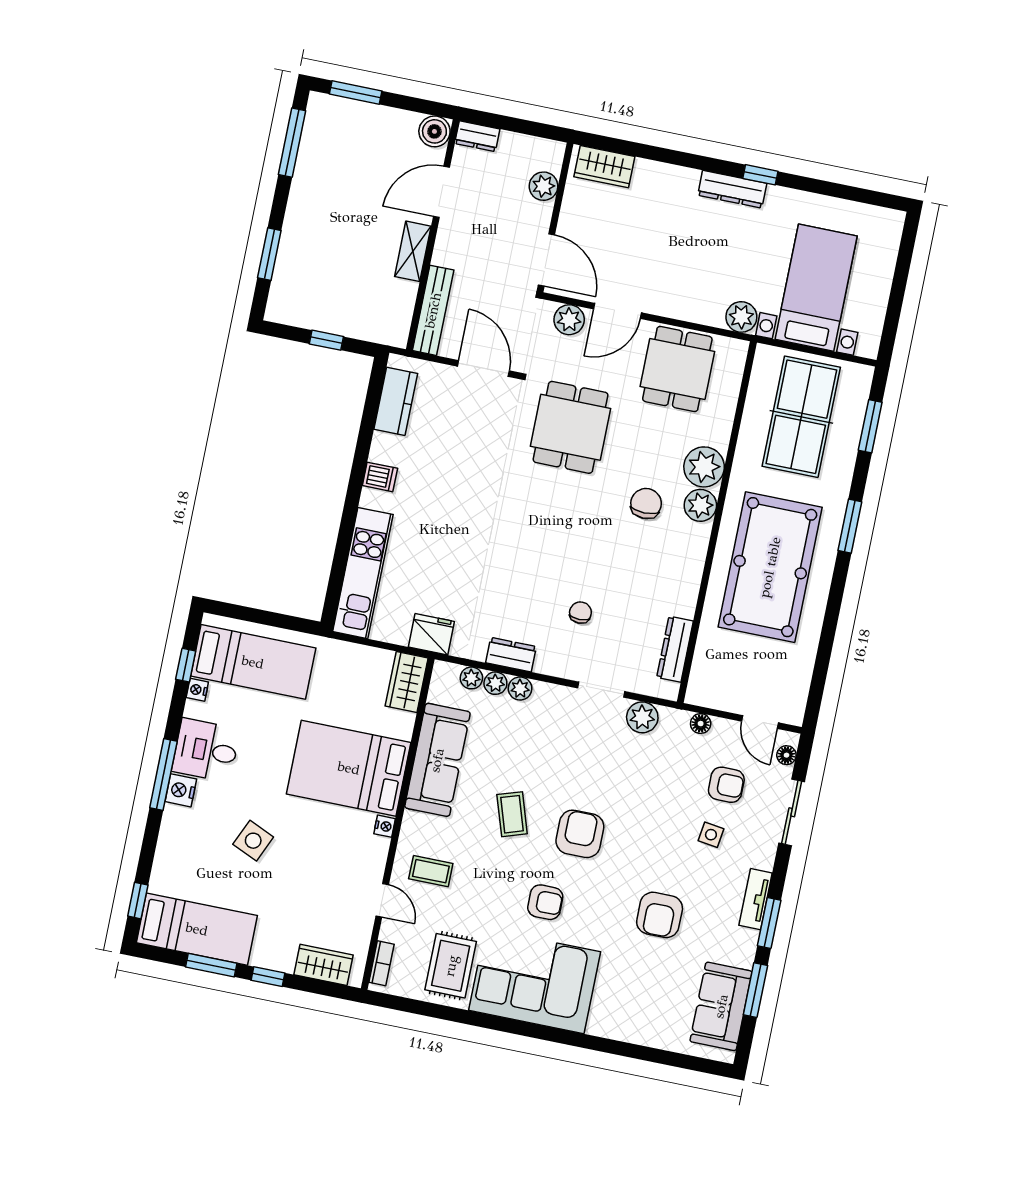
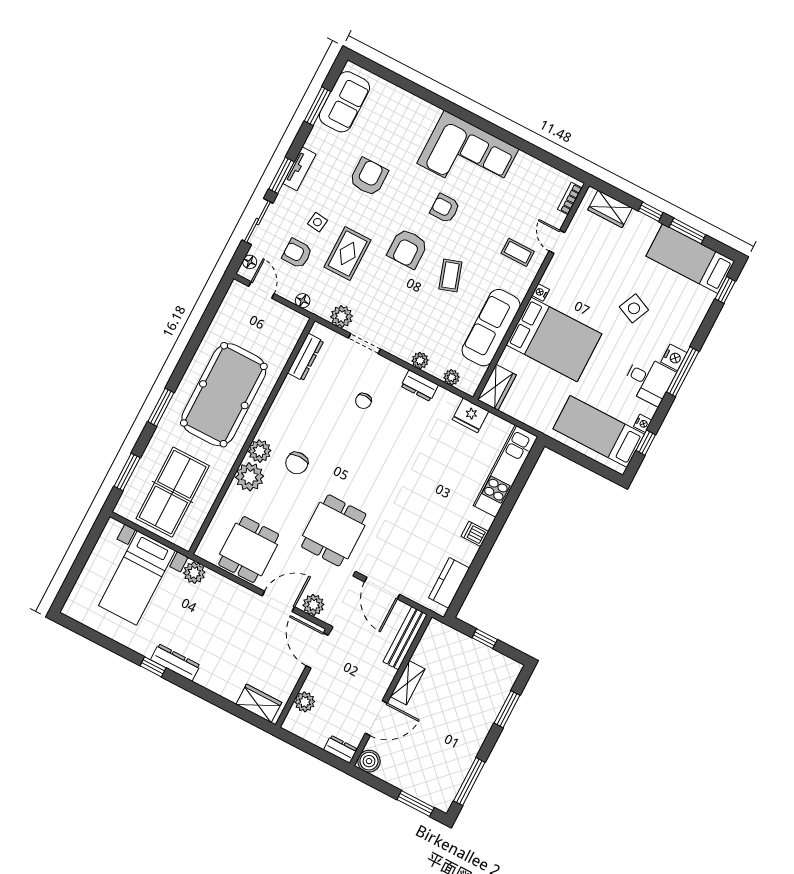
plant: (495, 683) -> (436, 369), removed
window: (769, 923) -> (281, 175), moved
rug: (451, 966) -> (348, 254), moved

